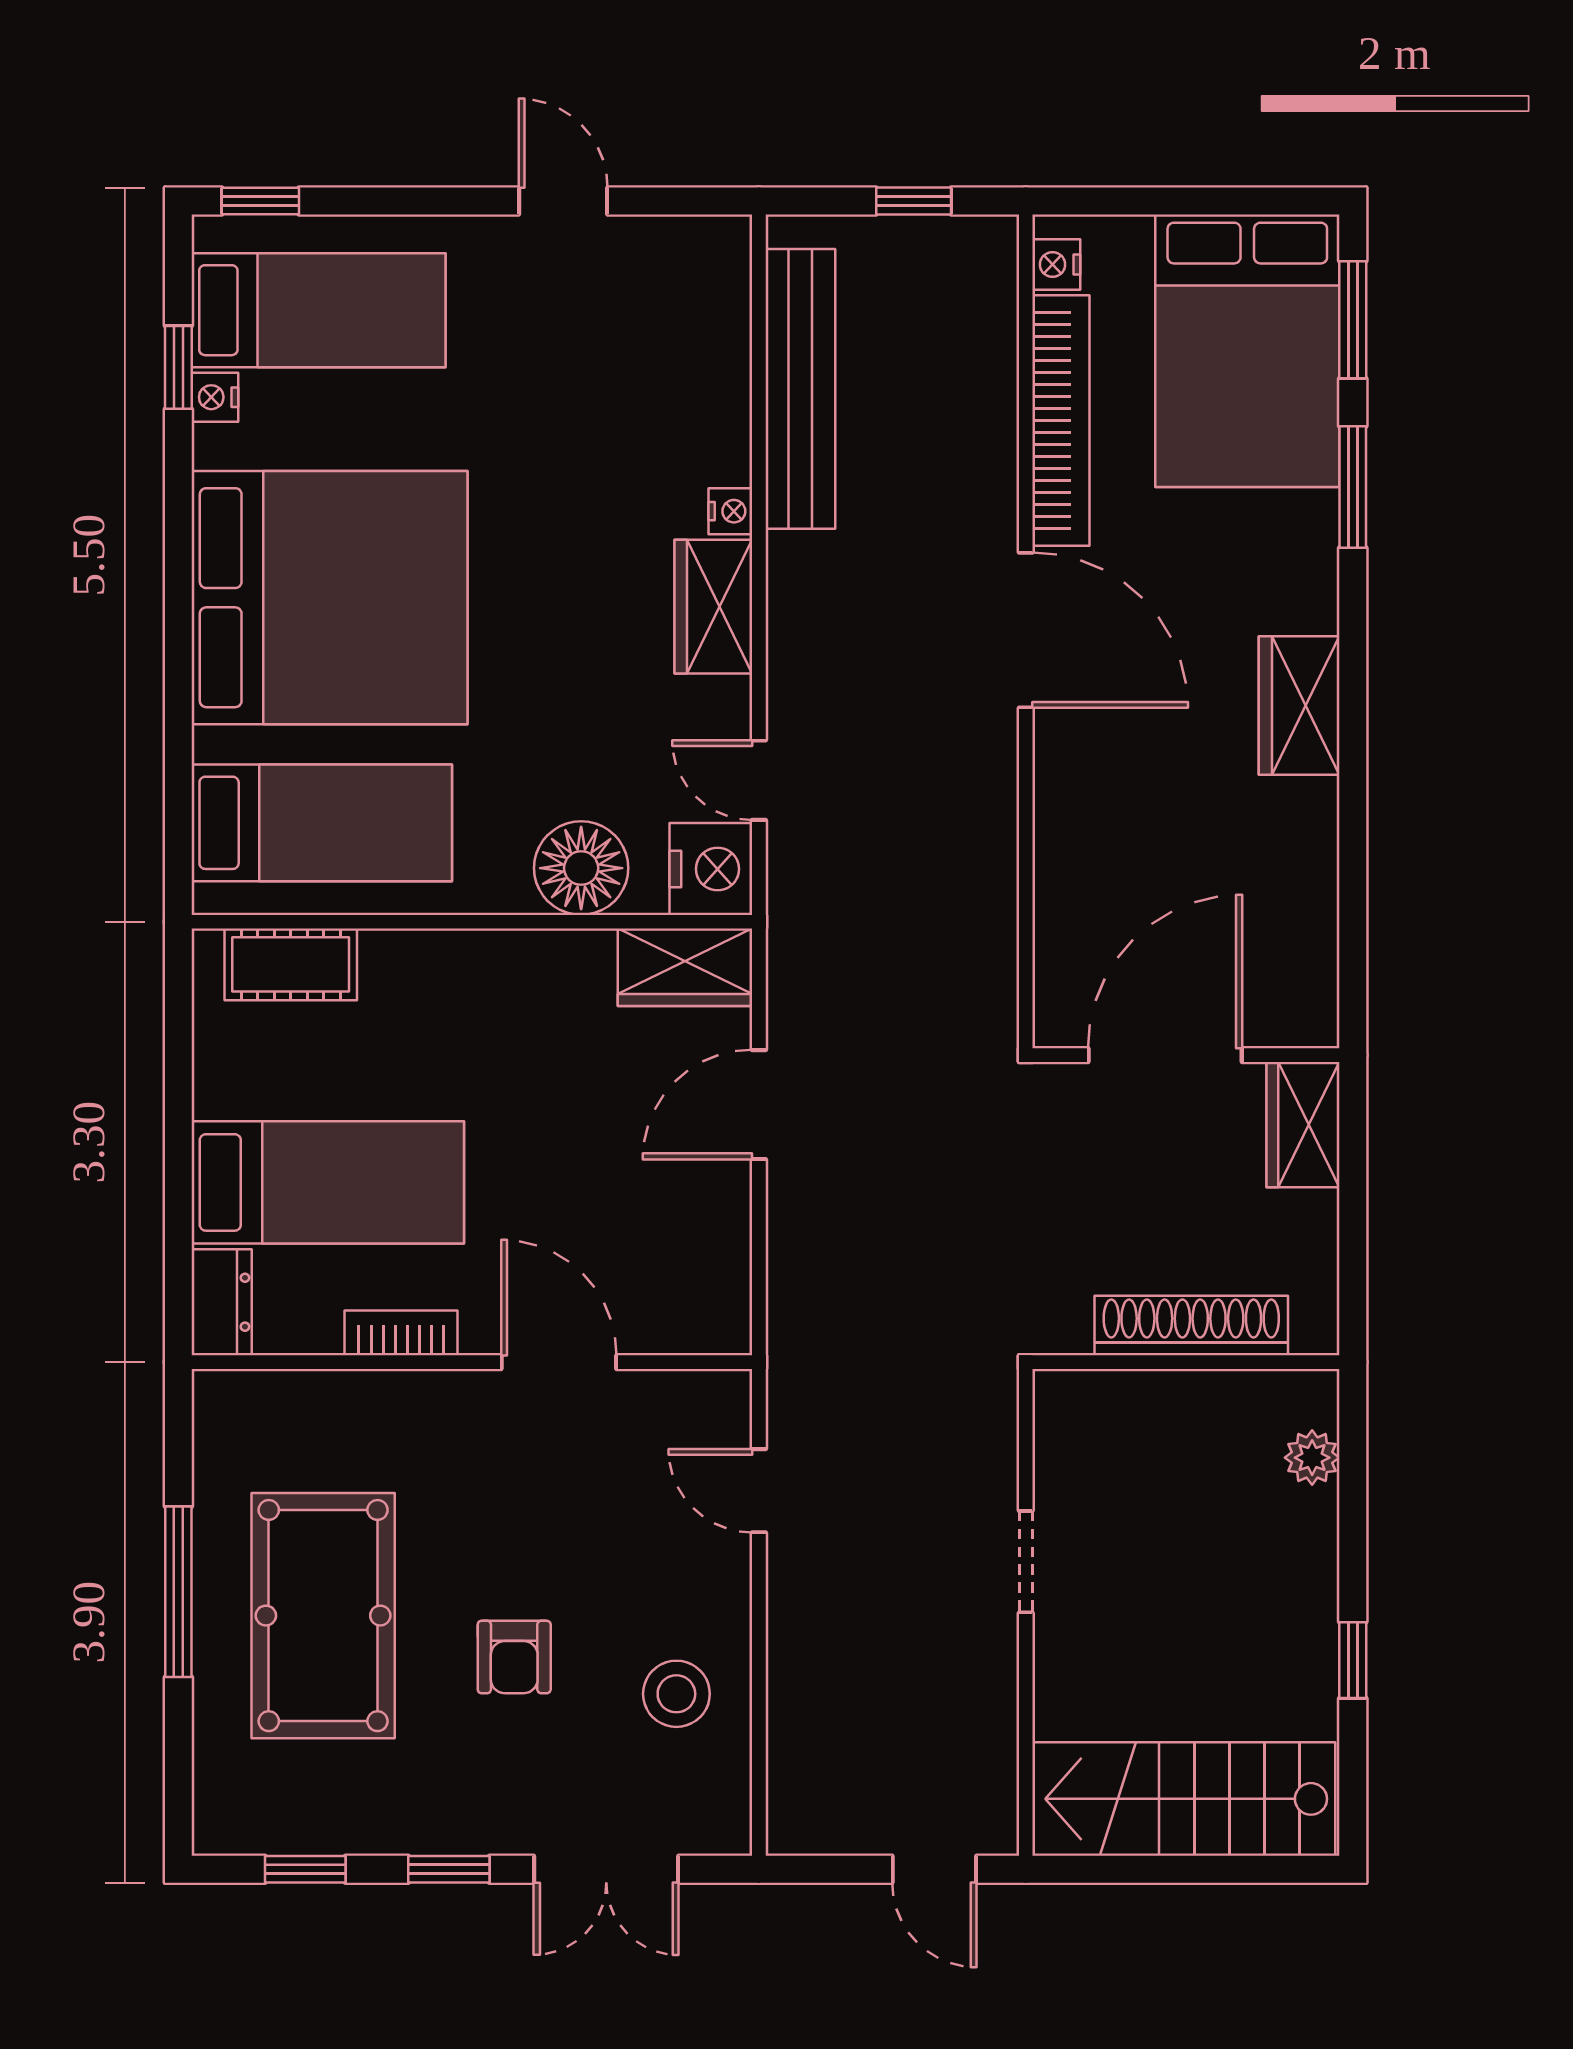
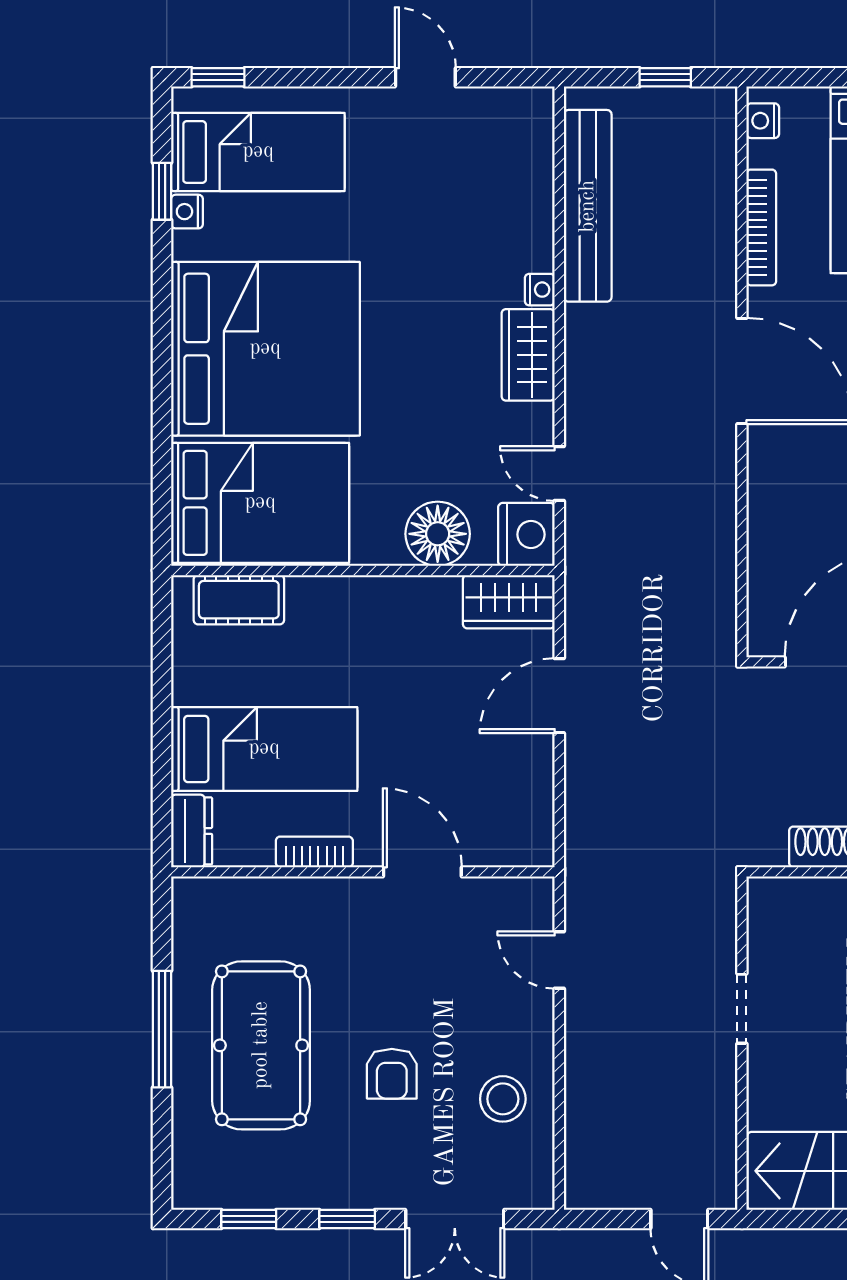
bookcase: (1061, 420) -> (761, 227), width x0.68, depth x0.76
bed: (322, 823) -> (260, 503), width x1.50

